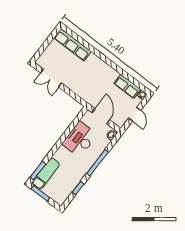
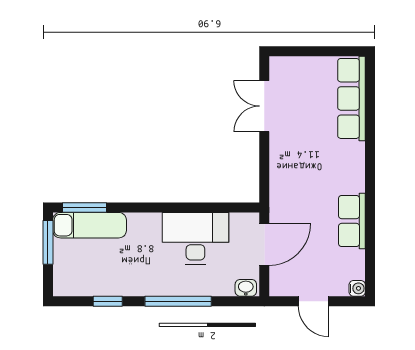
row of seats: (127, 86) -> (352, 221), moved
door: (135, 114) -> (313, 301), hinge flipped

